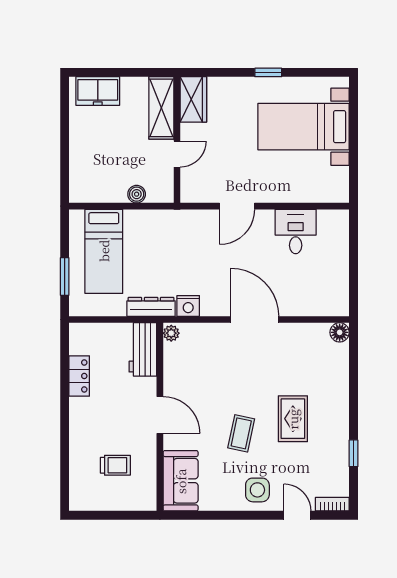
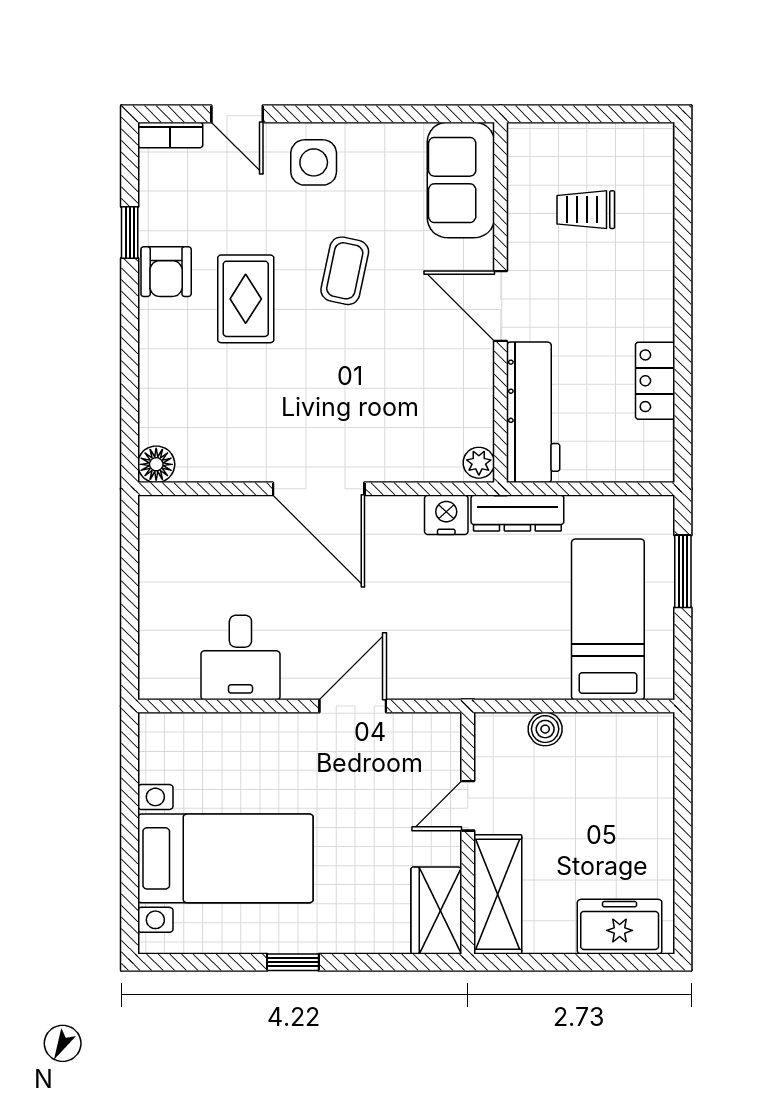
workbench: (143, 349) -> (533, 412), width x1.38
armchair: (334, 433) -> (166, 272), added

